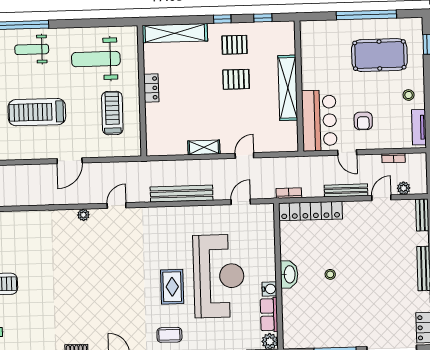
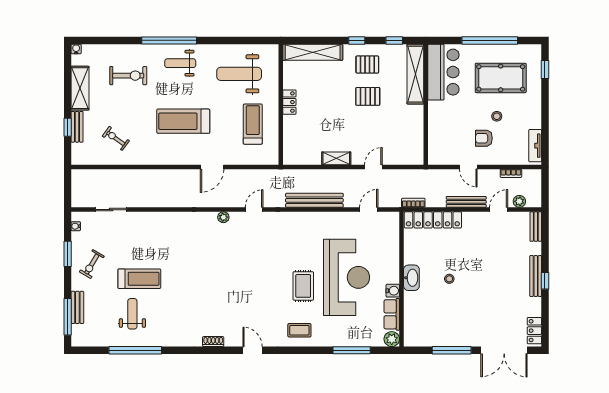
shelving: (288, 88) -> (415, 74), moved
stool: (409, 95) -> (497, 116), moved
bar counter: (319, 121) -> (443, 72), moved
armchair: (363, 121) -> (484, 138), turned 90

